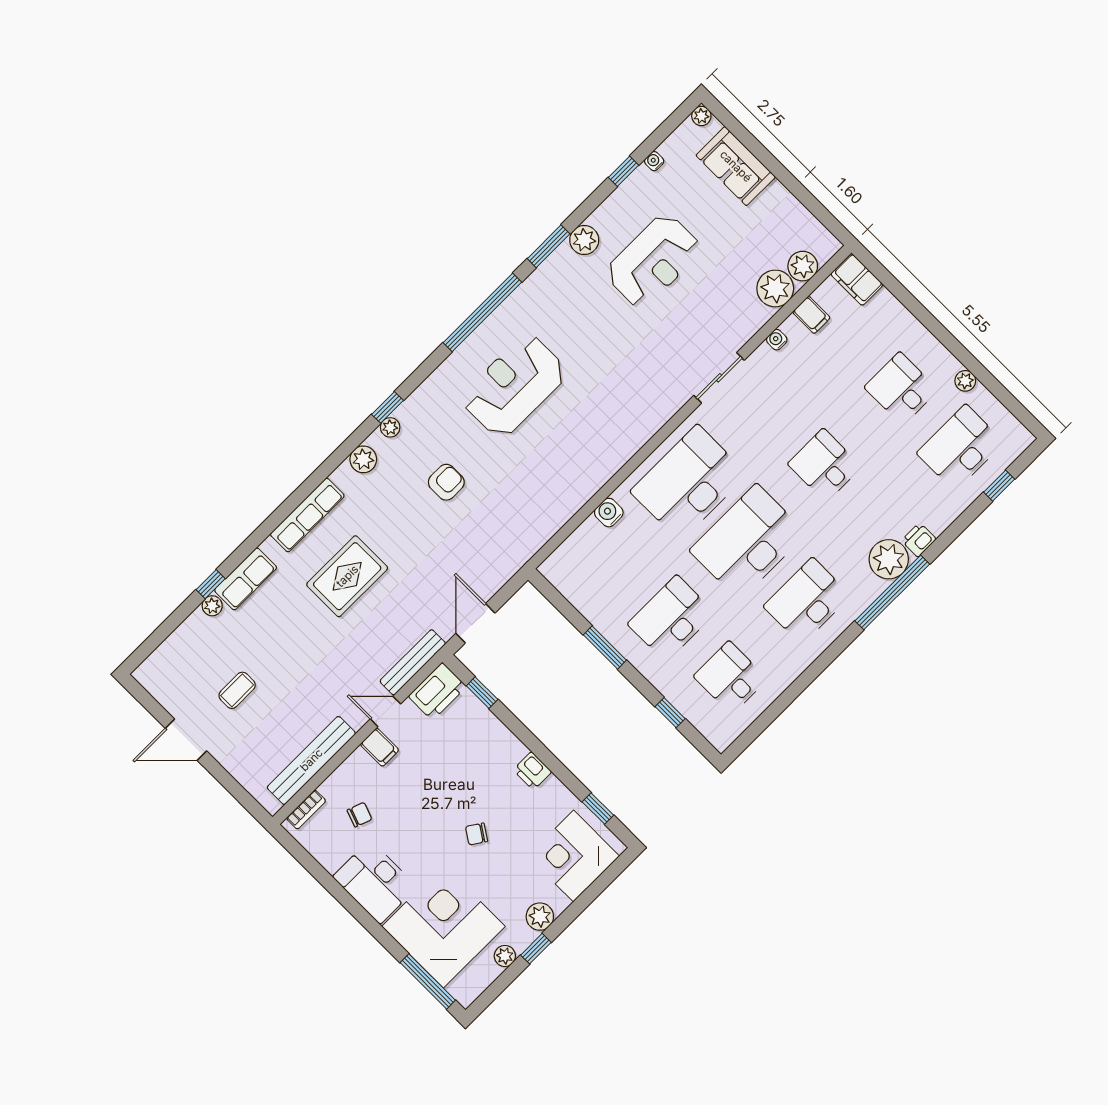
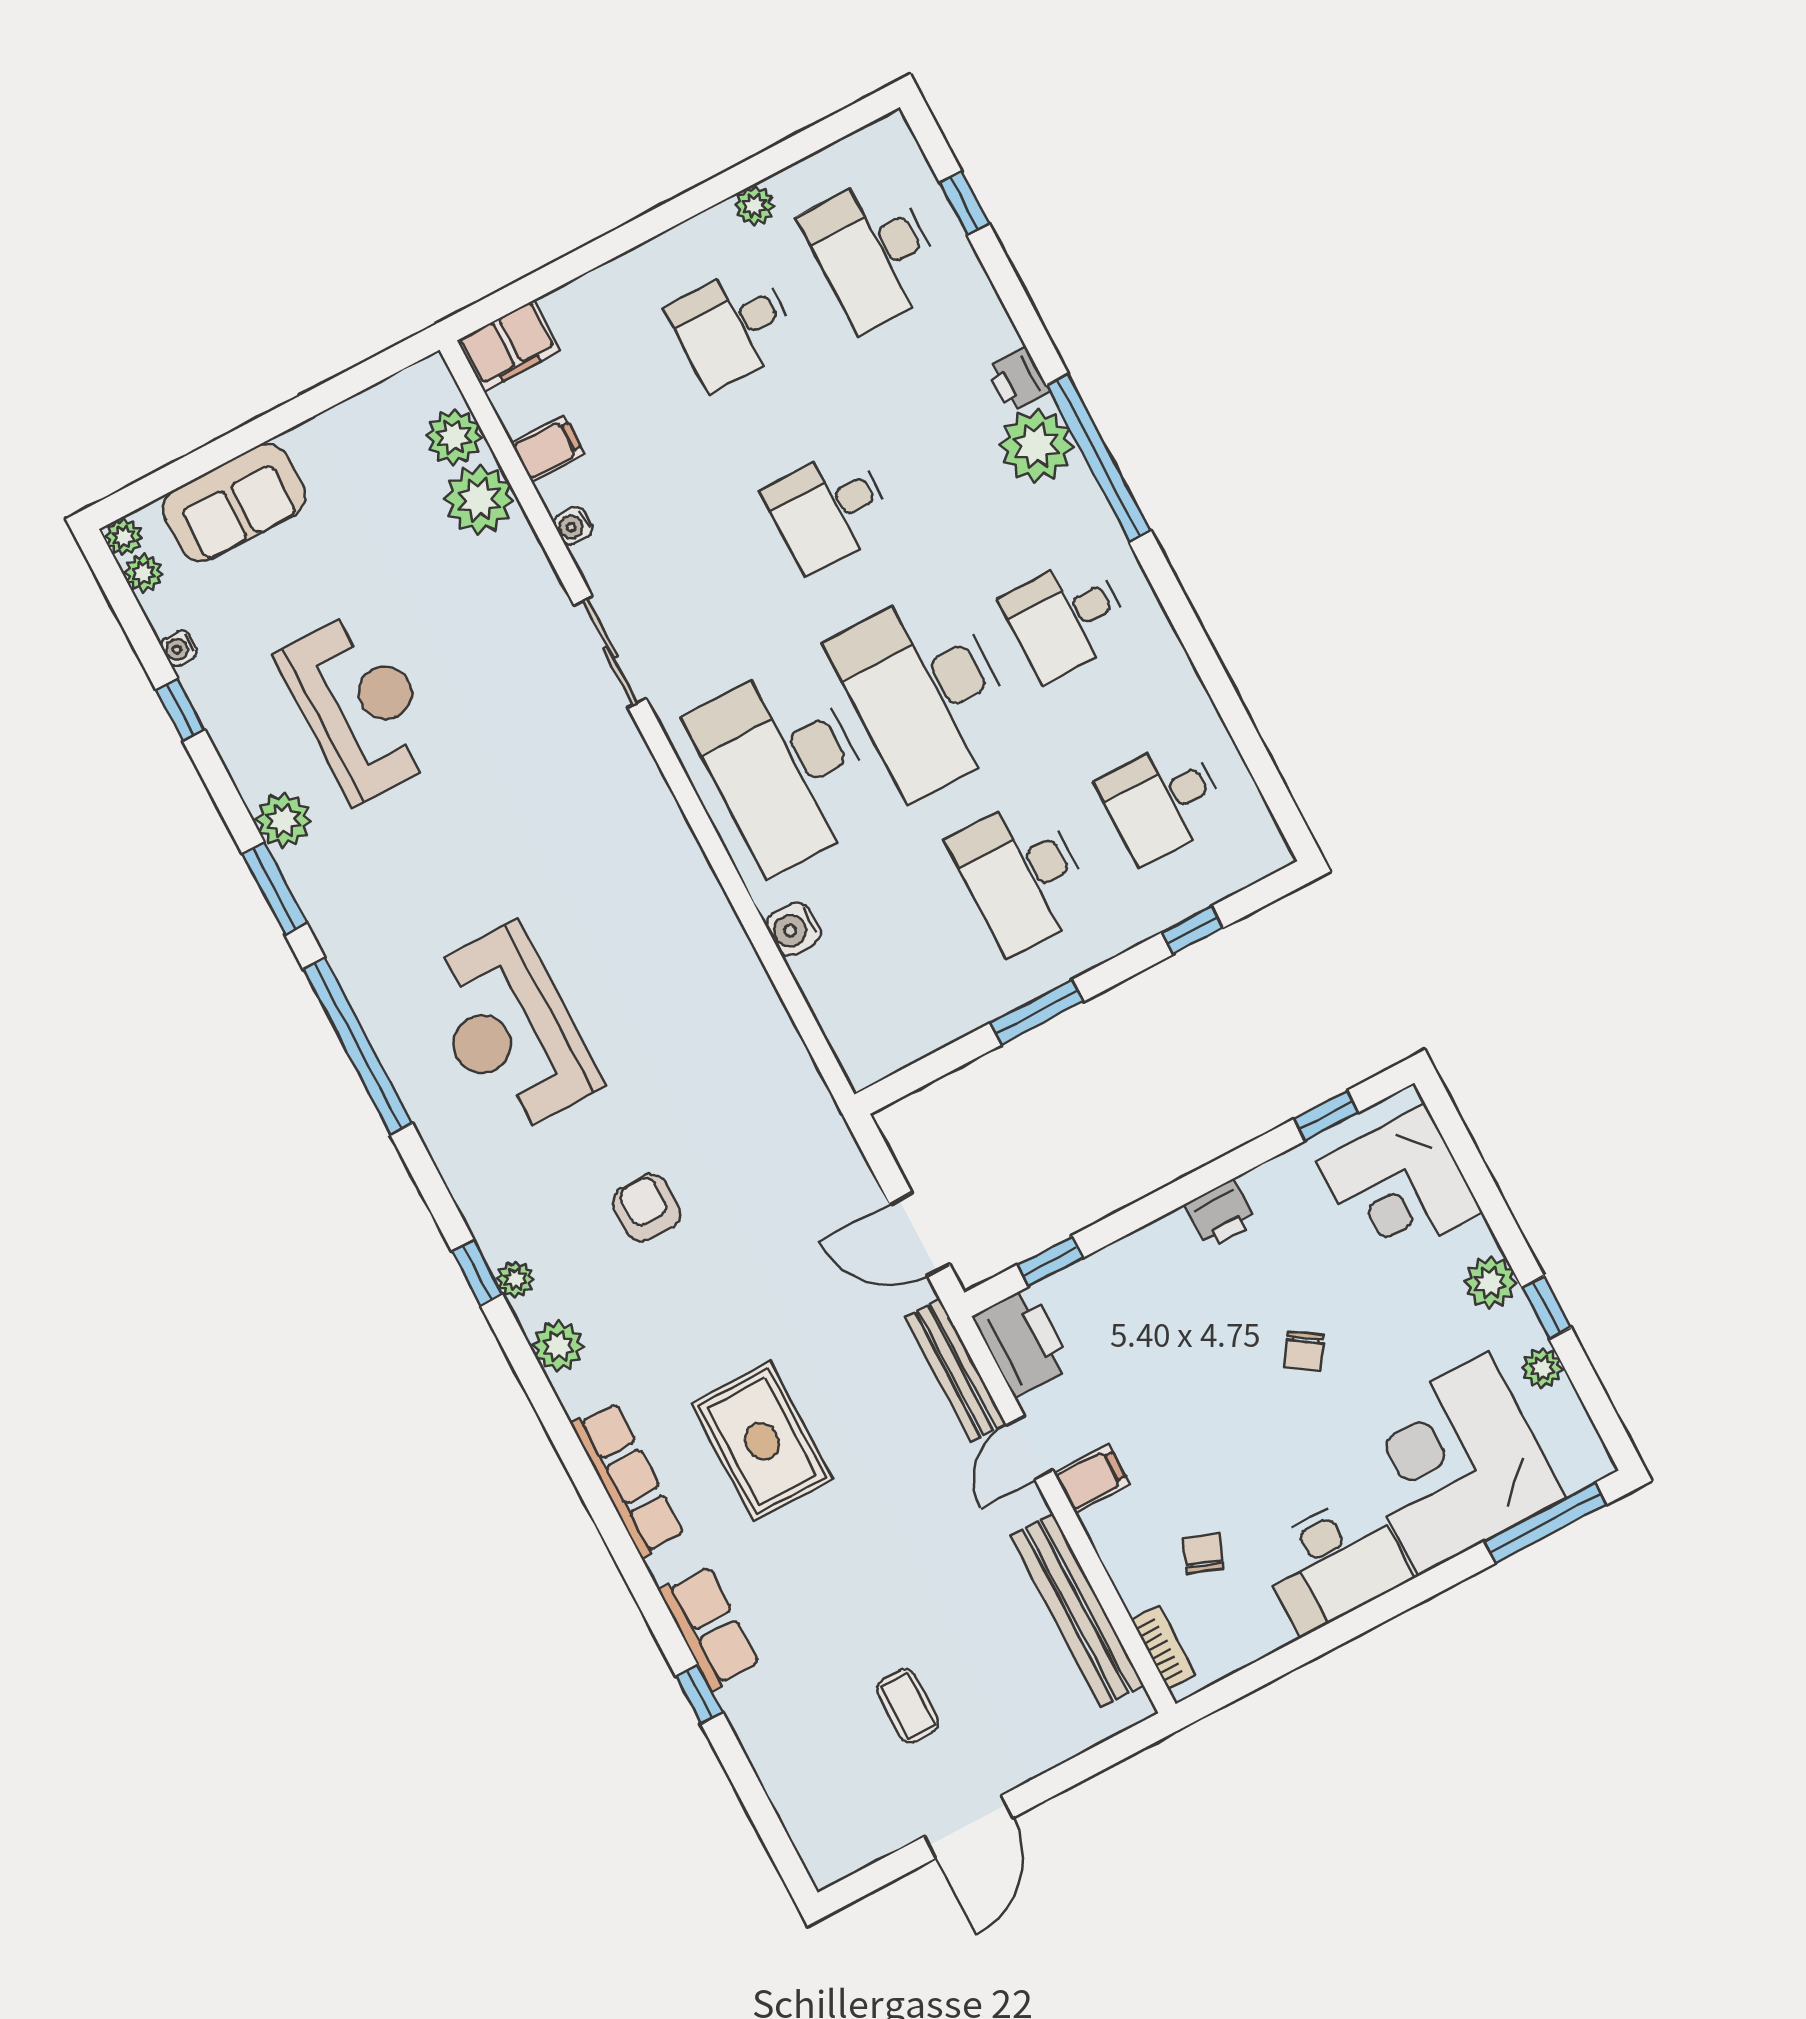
desk: (807, 601) -> (1066, 618), width x0.73
plant: (212, 606) -> (143, 573), moved

